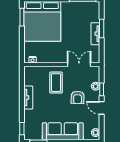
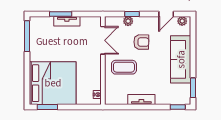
double door: (79, 65) -> (103, 40), swing flipped
door: (102, 108) -> (166, 14), moved

